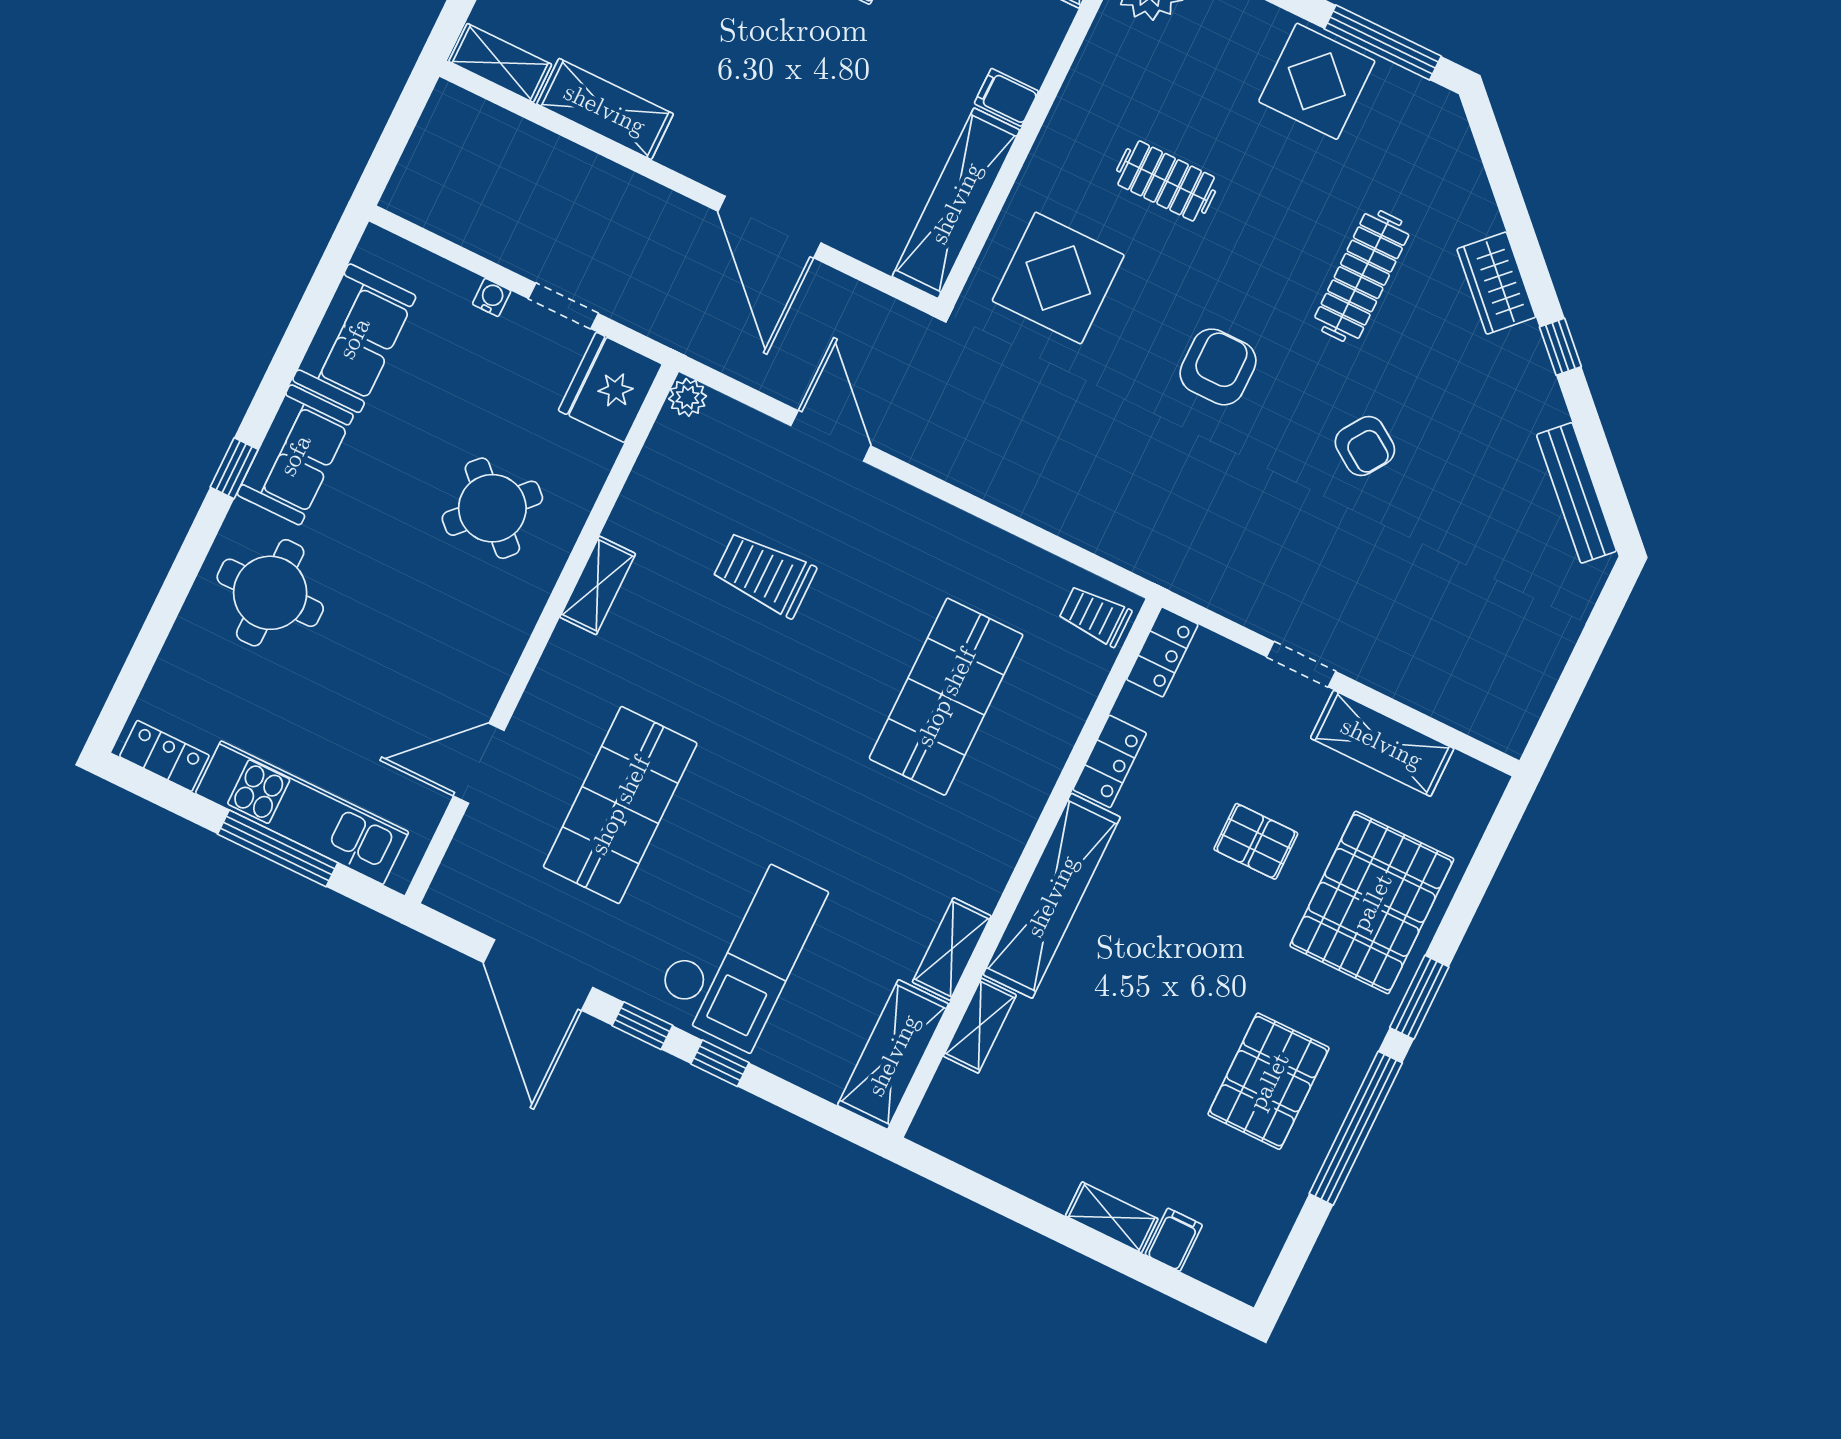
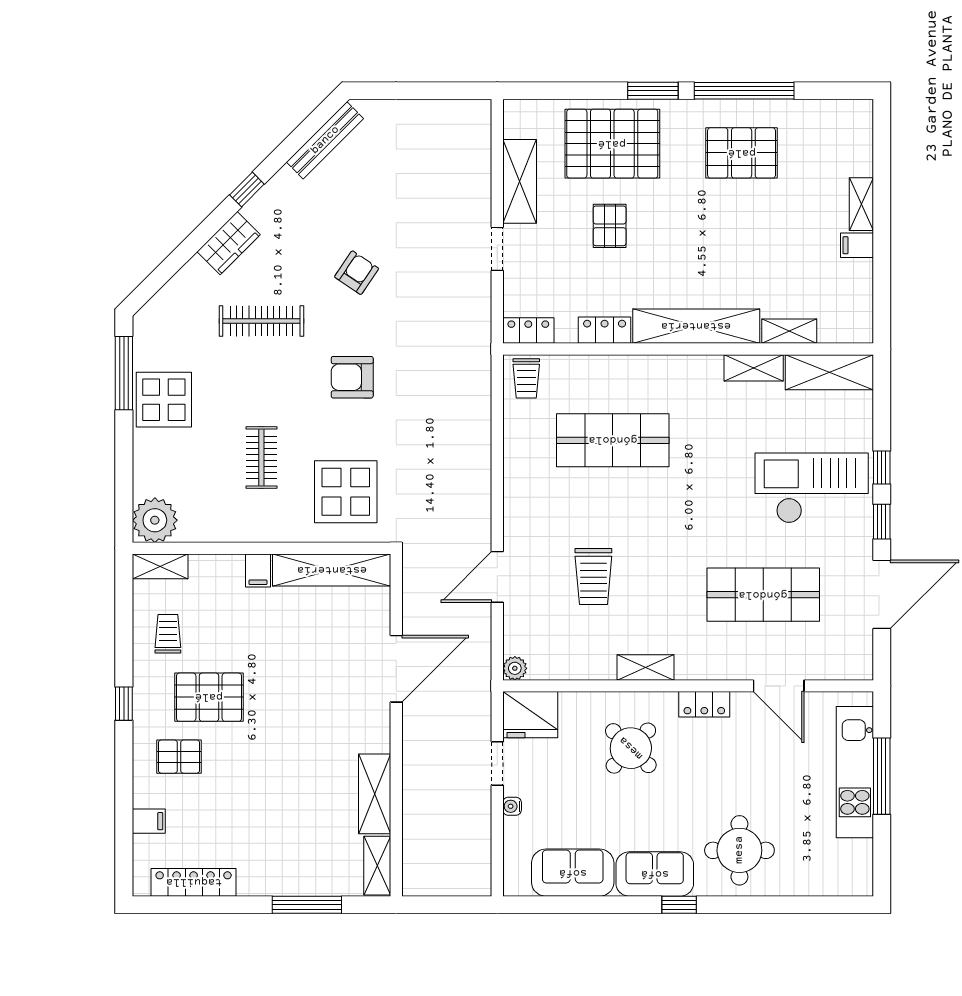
locker: (164, 756) -> (704, 704), moved, turned -90
filing cabinet: (1174, 1240) -> (857, 245), moved

